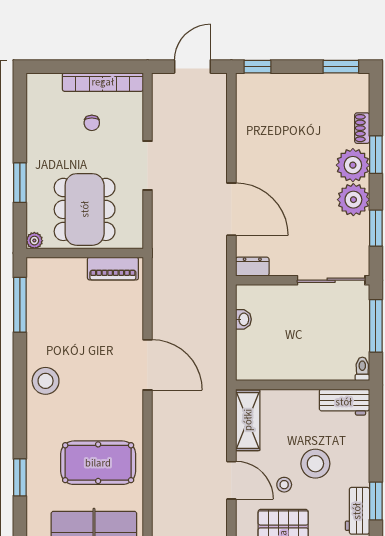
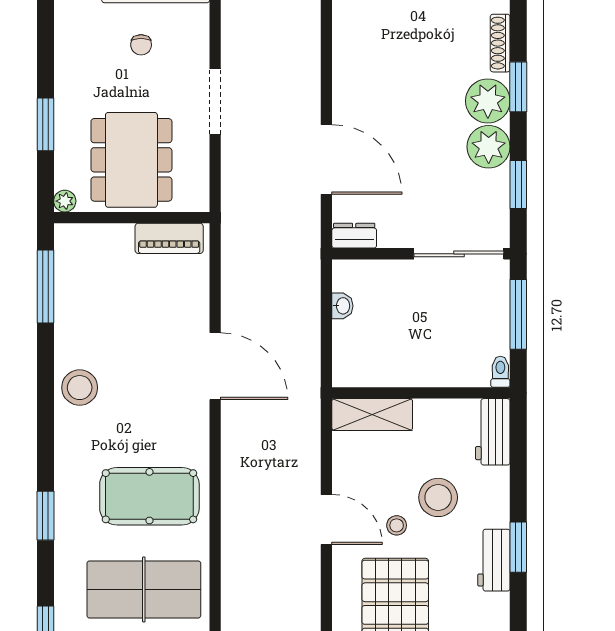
shoe rack: (362, 128) -> (500, 43), width x1.43
workbench: (344, 402) -> (493, 432), moved, turned 90
shelving: (248, 420) -> (372, 415), moved, turned 90

